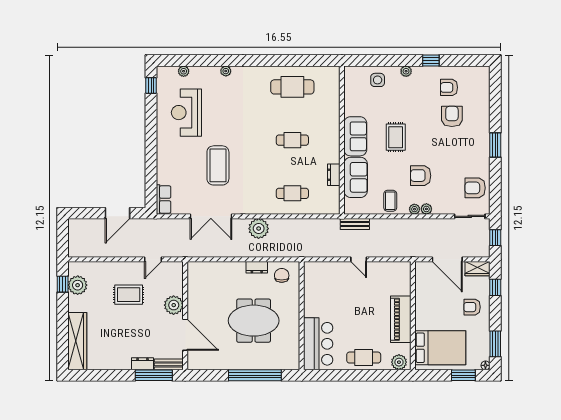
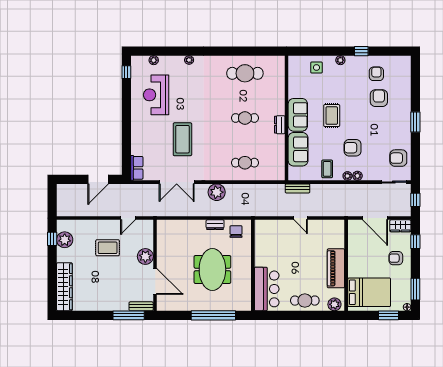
armchair: (449, 87) -> (376, 74), turned 90
dresser: (334, 175) -> (280, 125), moved
meeting table: (254, 321) -> (212, 269), turned 90
dresser: (143, 364) -> (119, 306), removed

